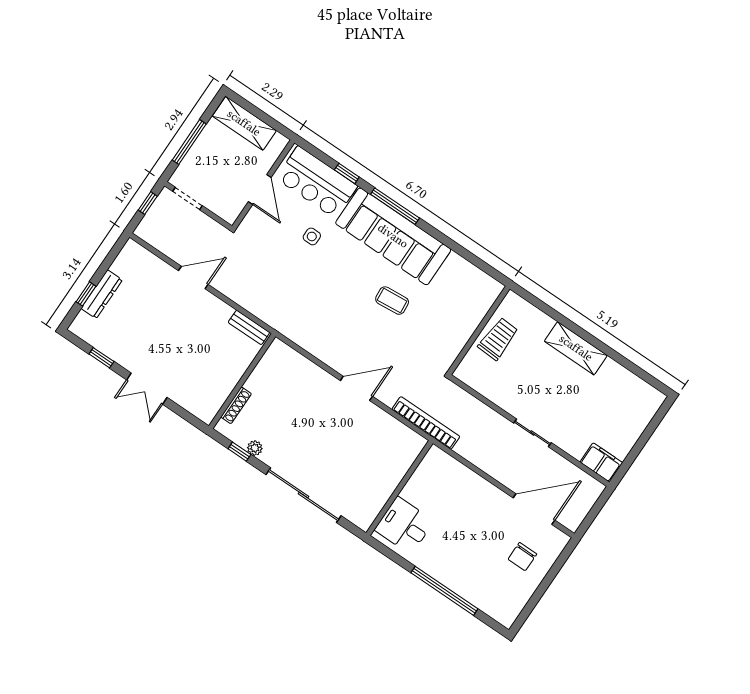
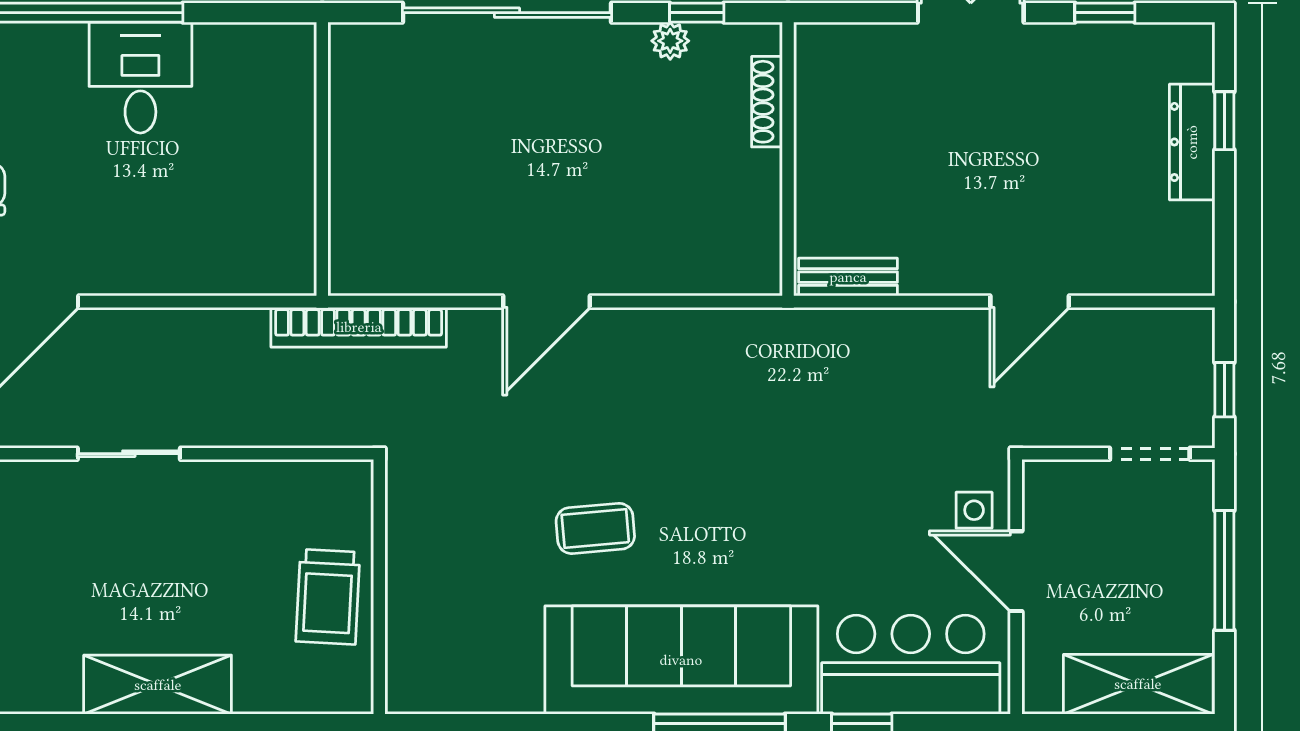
side table: (312, 236) -> (974, 510), moved
desk: (404, 525) -> (140, 78), moved, turned -90

